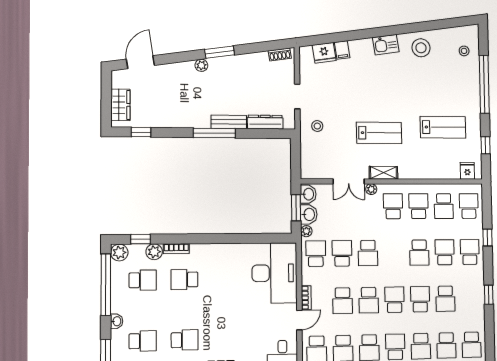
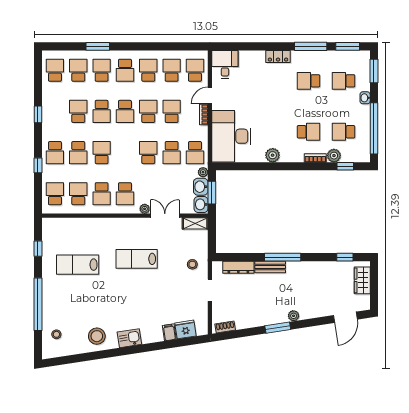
fridge: (467, 171) -> (56, 225), removed
shelving: (383, 173) -> (195, 223), moved
school desk: (469, 206) -> (55, 194), turned 180
plant: (119, 253) -> (273, 155), moved

